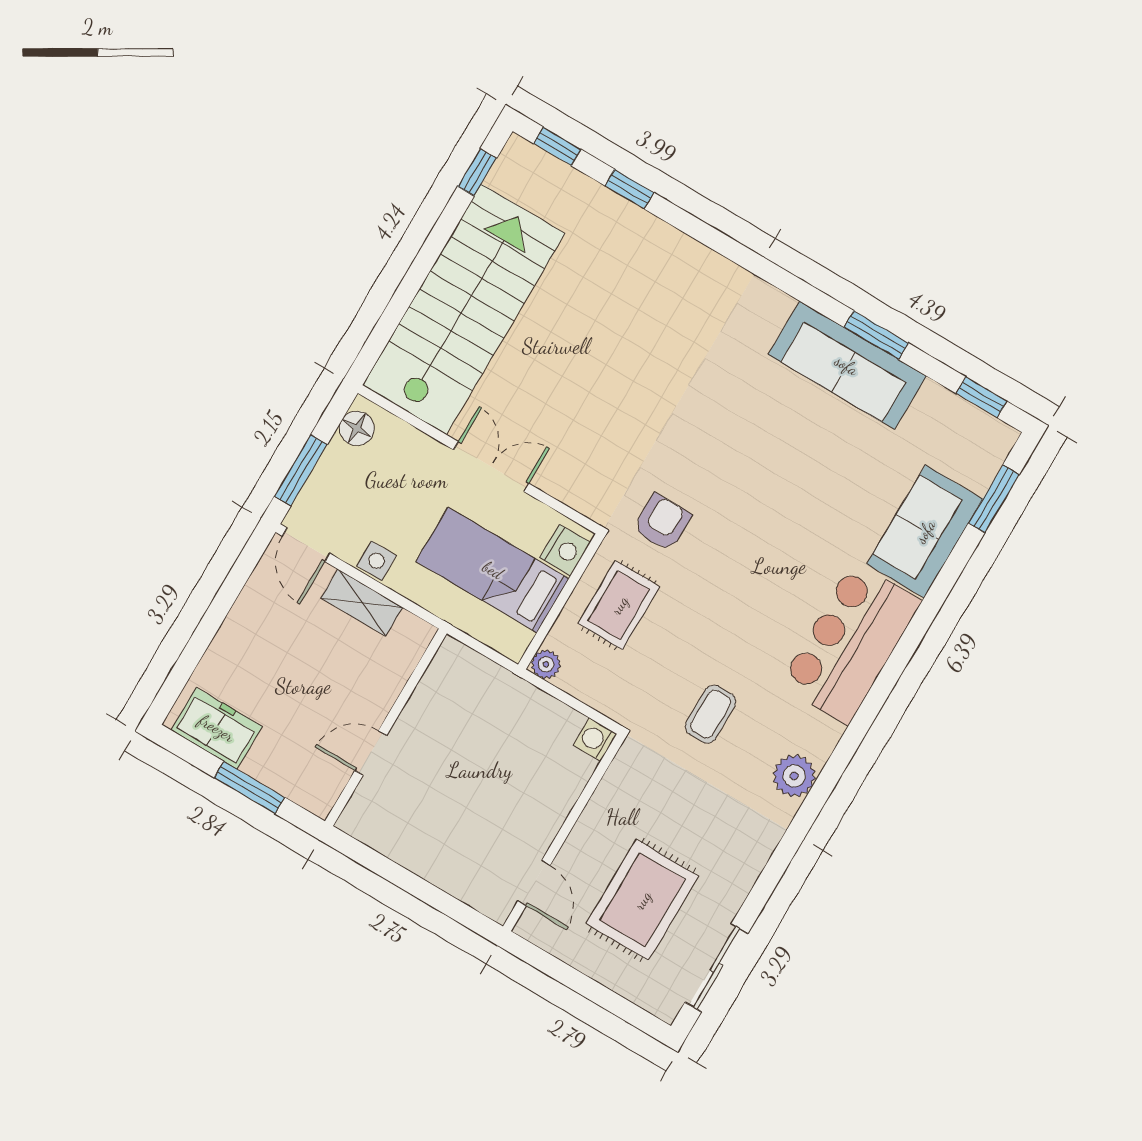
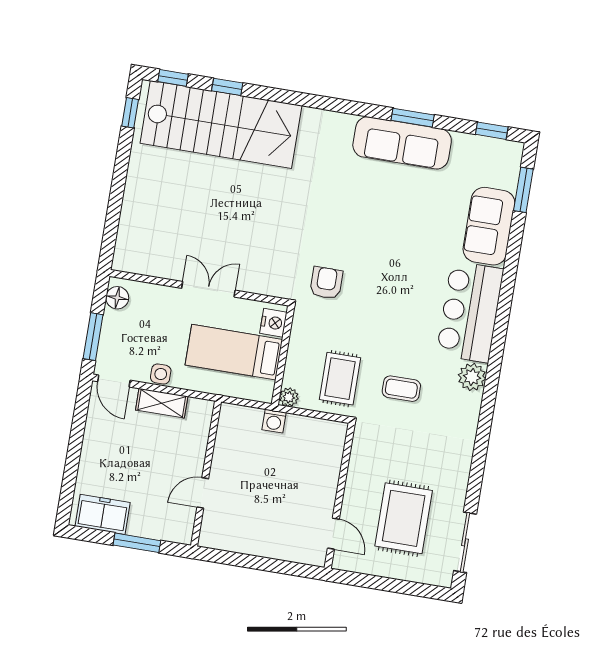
stairs: (464, 309) -> (221, 124), moved, turned 90
rug: (619, 605) -> (340, 379), moved
coffee table: (711, 714) -> (401, 389), turned 90
washing machine: (595, 739) -> (274, 421), moved, turned -90
plant: (794, 776) -> (472, 377), moved

